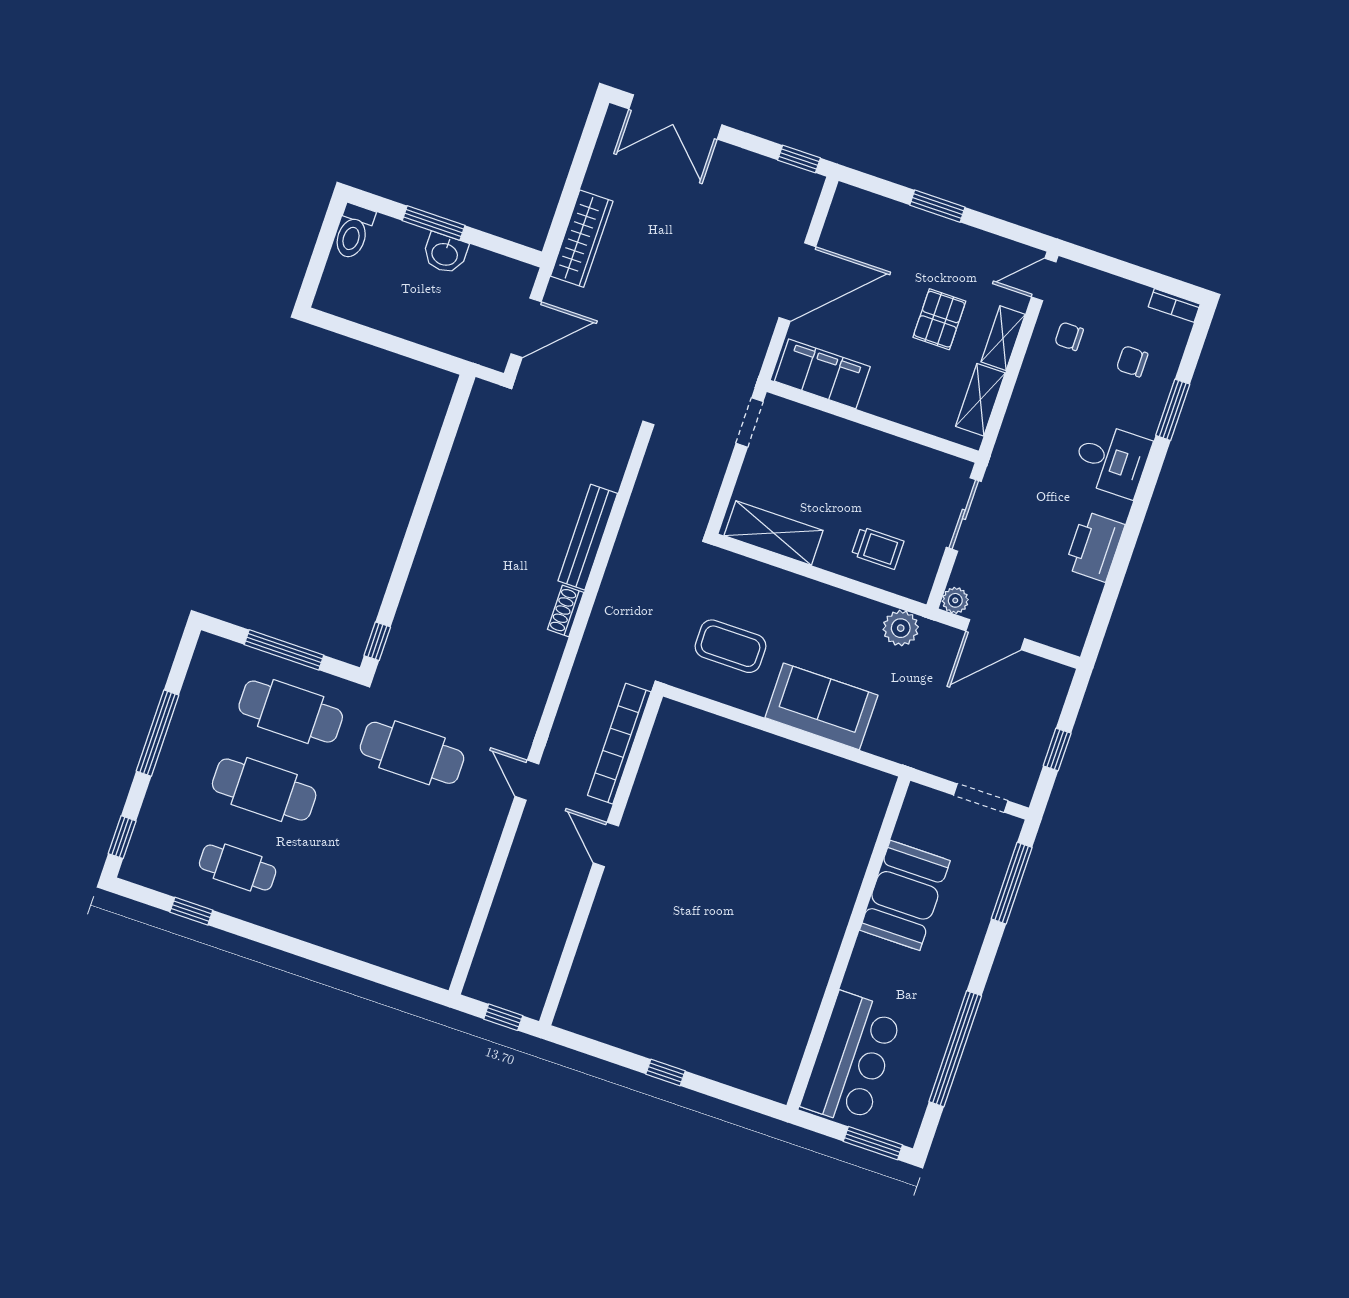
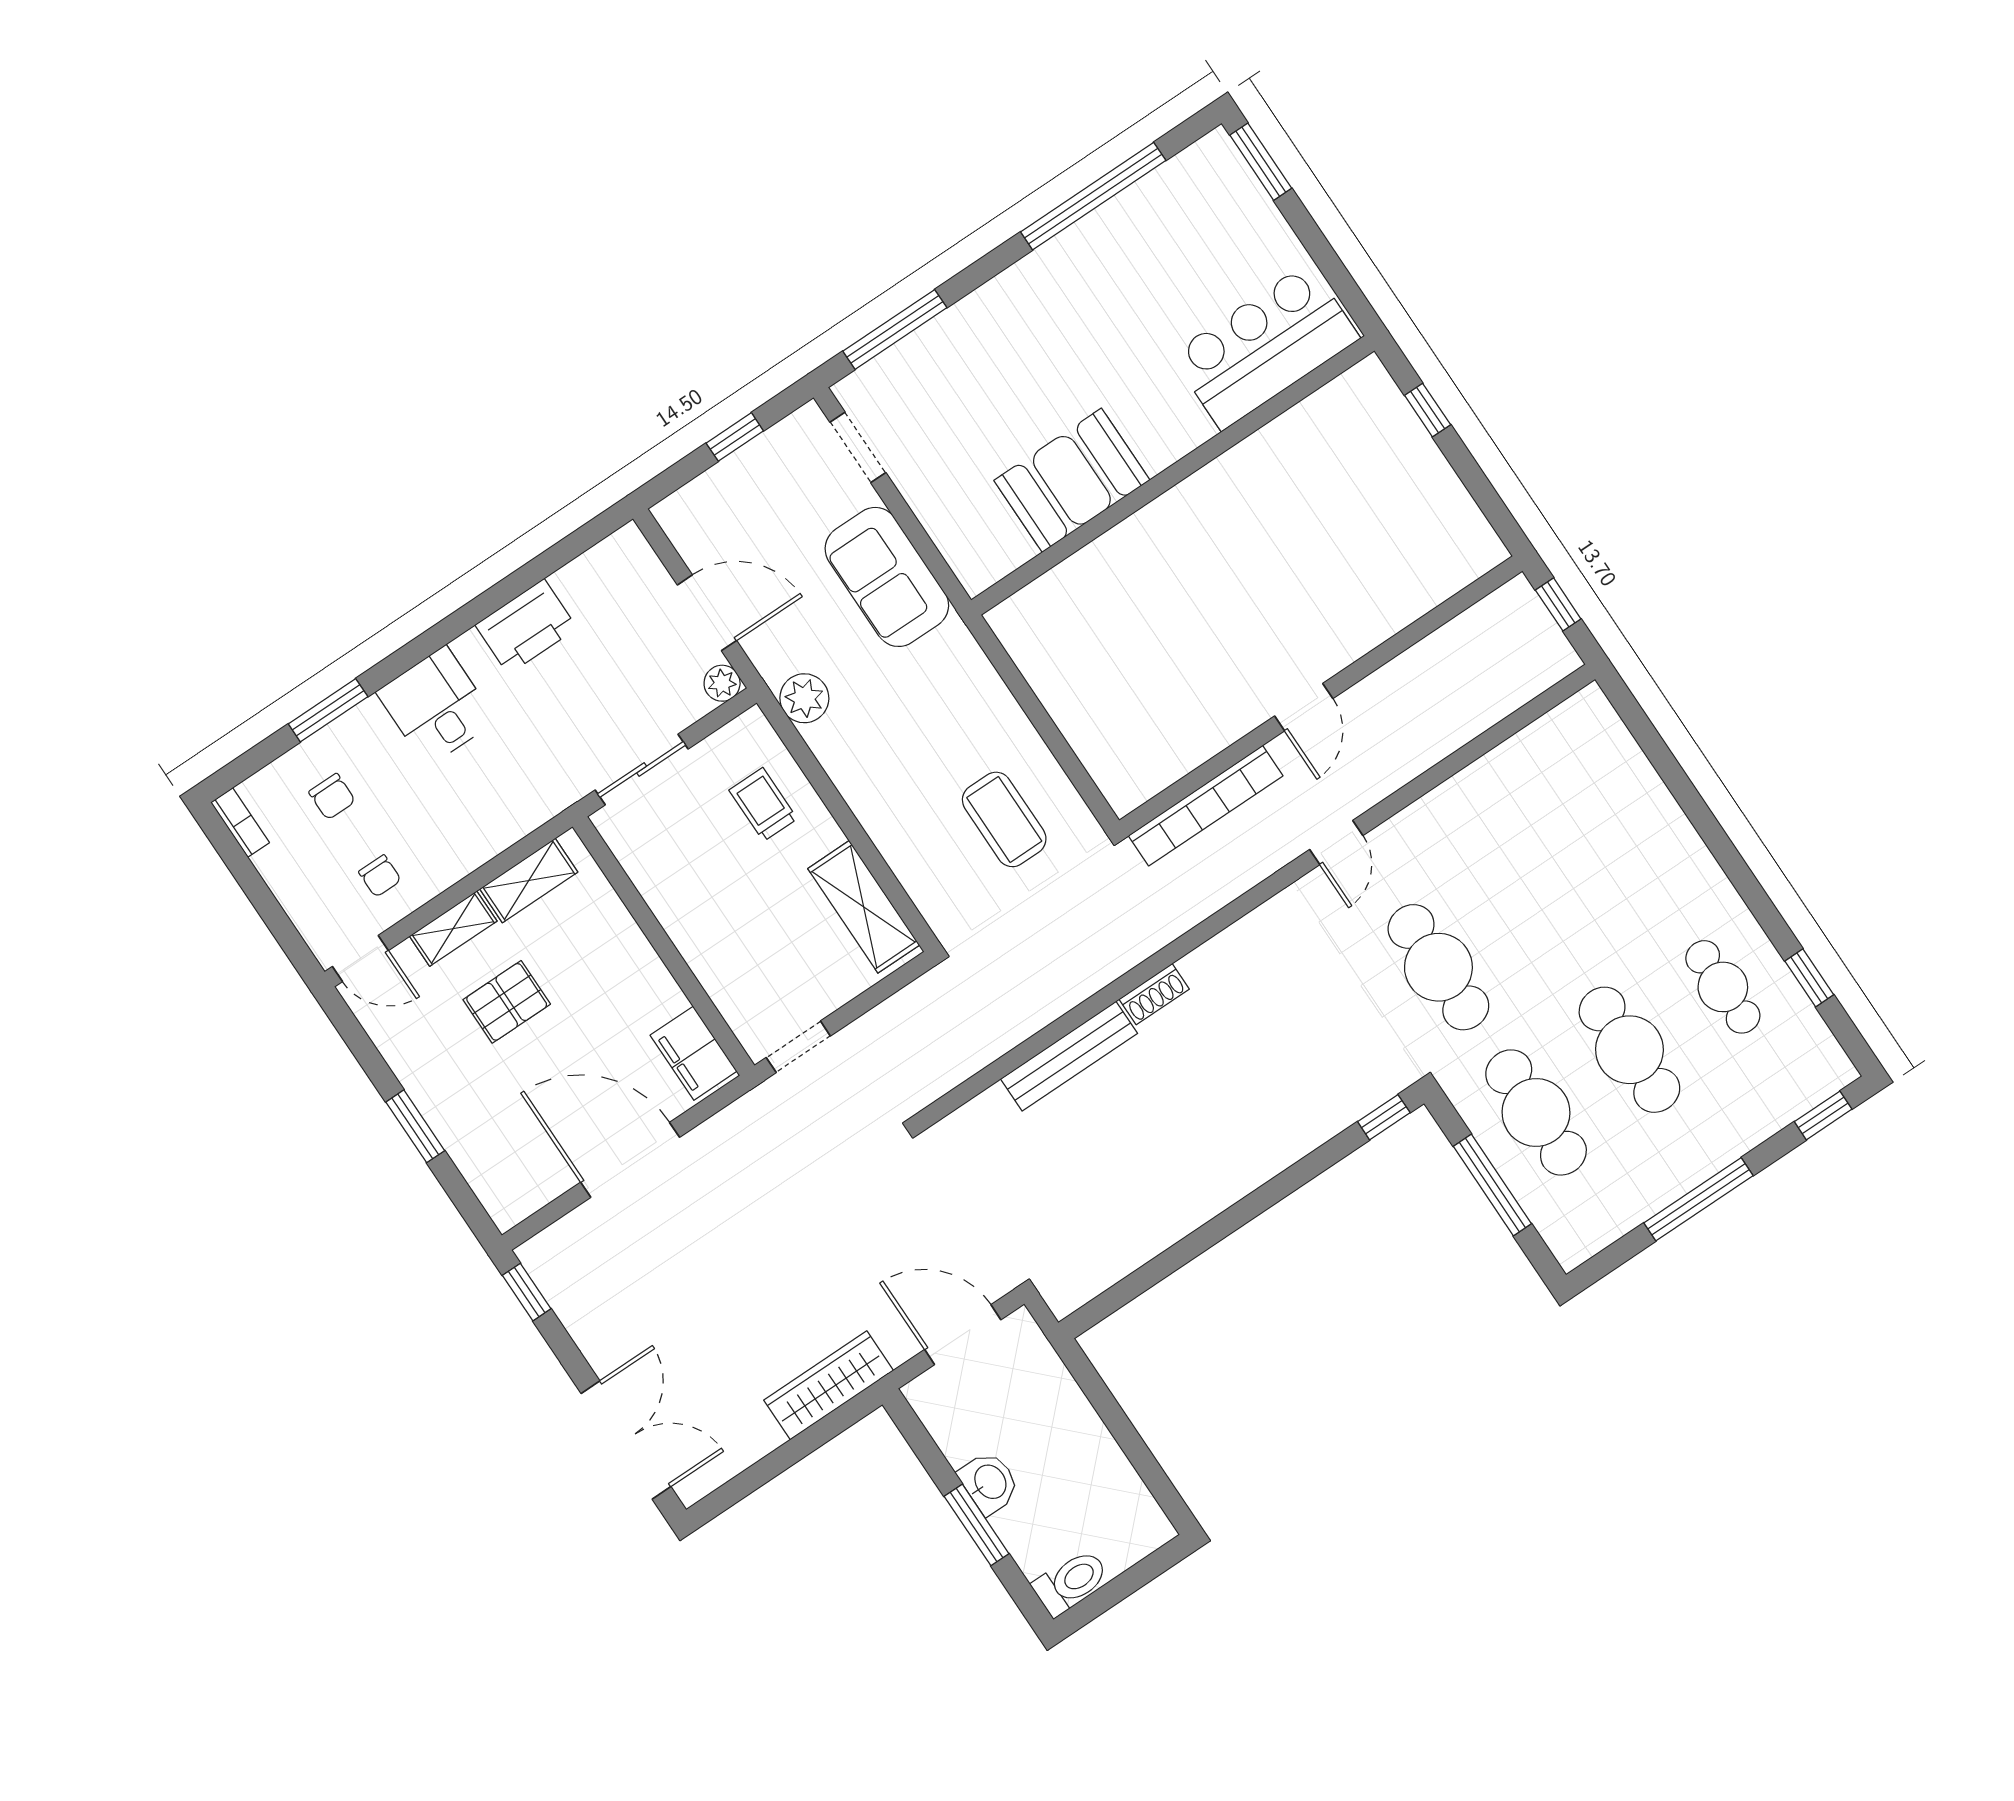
filing cabinet: (822, 374) -> (694, 1053), width x0.67, depth x0.86
sofa: (821, 706) -> (887, 577), moved
booth: (905, 895) -> (1072, 480), moved
wall: (848, 943) -> (1173, 475), moved
bar counter: (852, 1059) -> (1265, 347), moved

